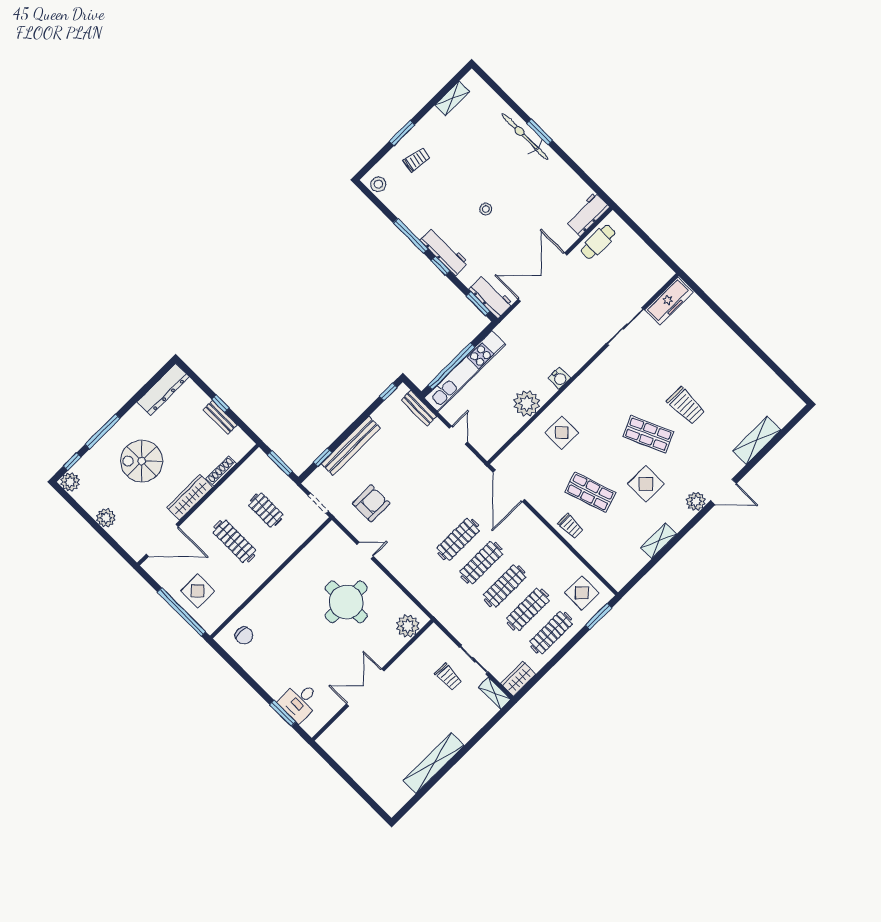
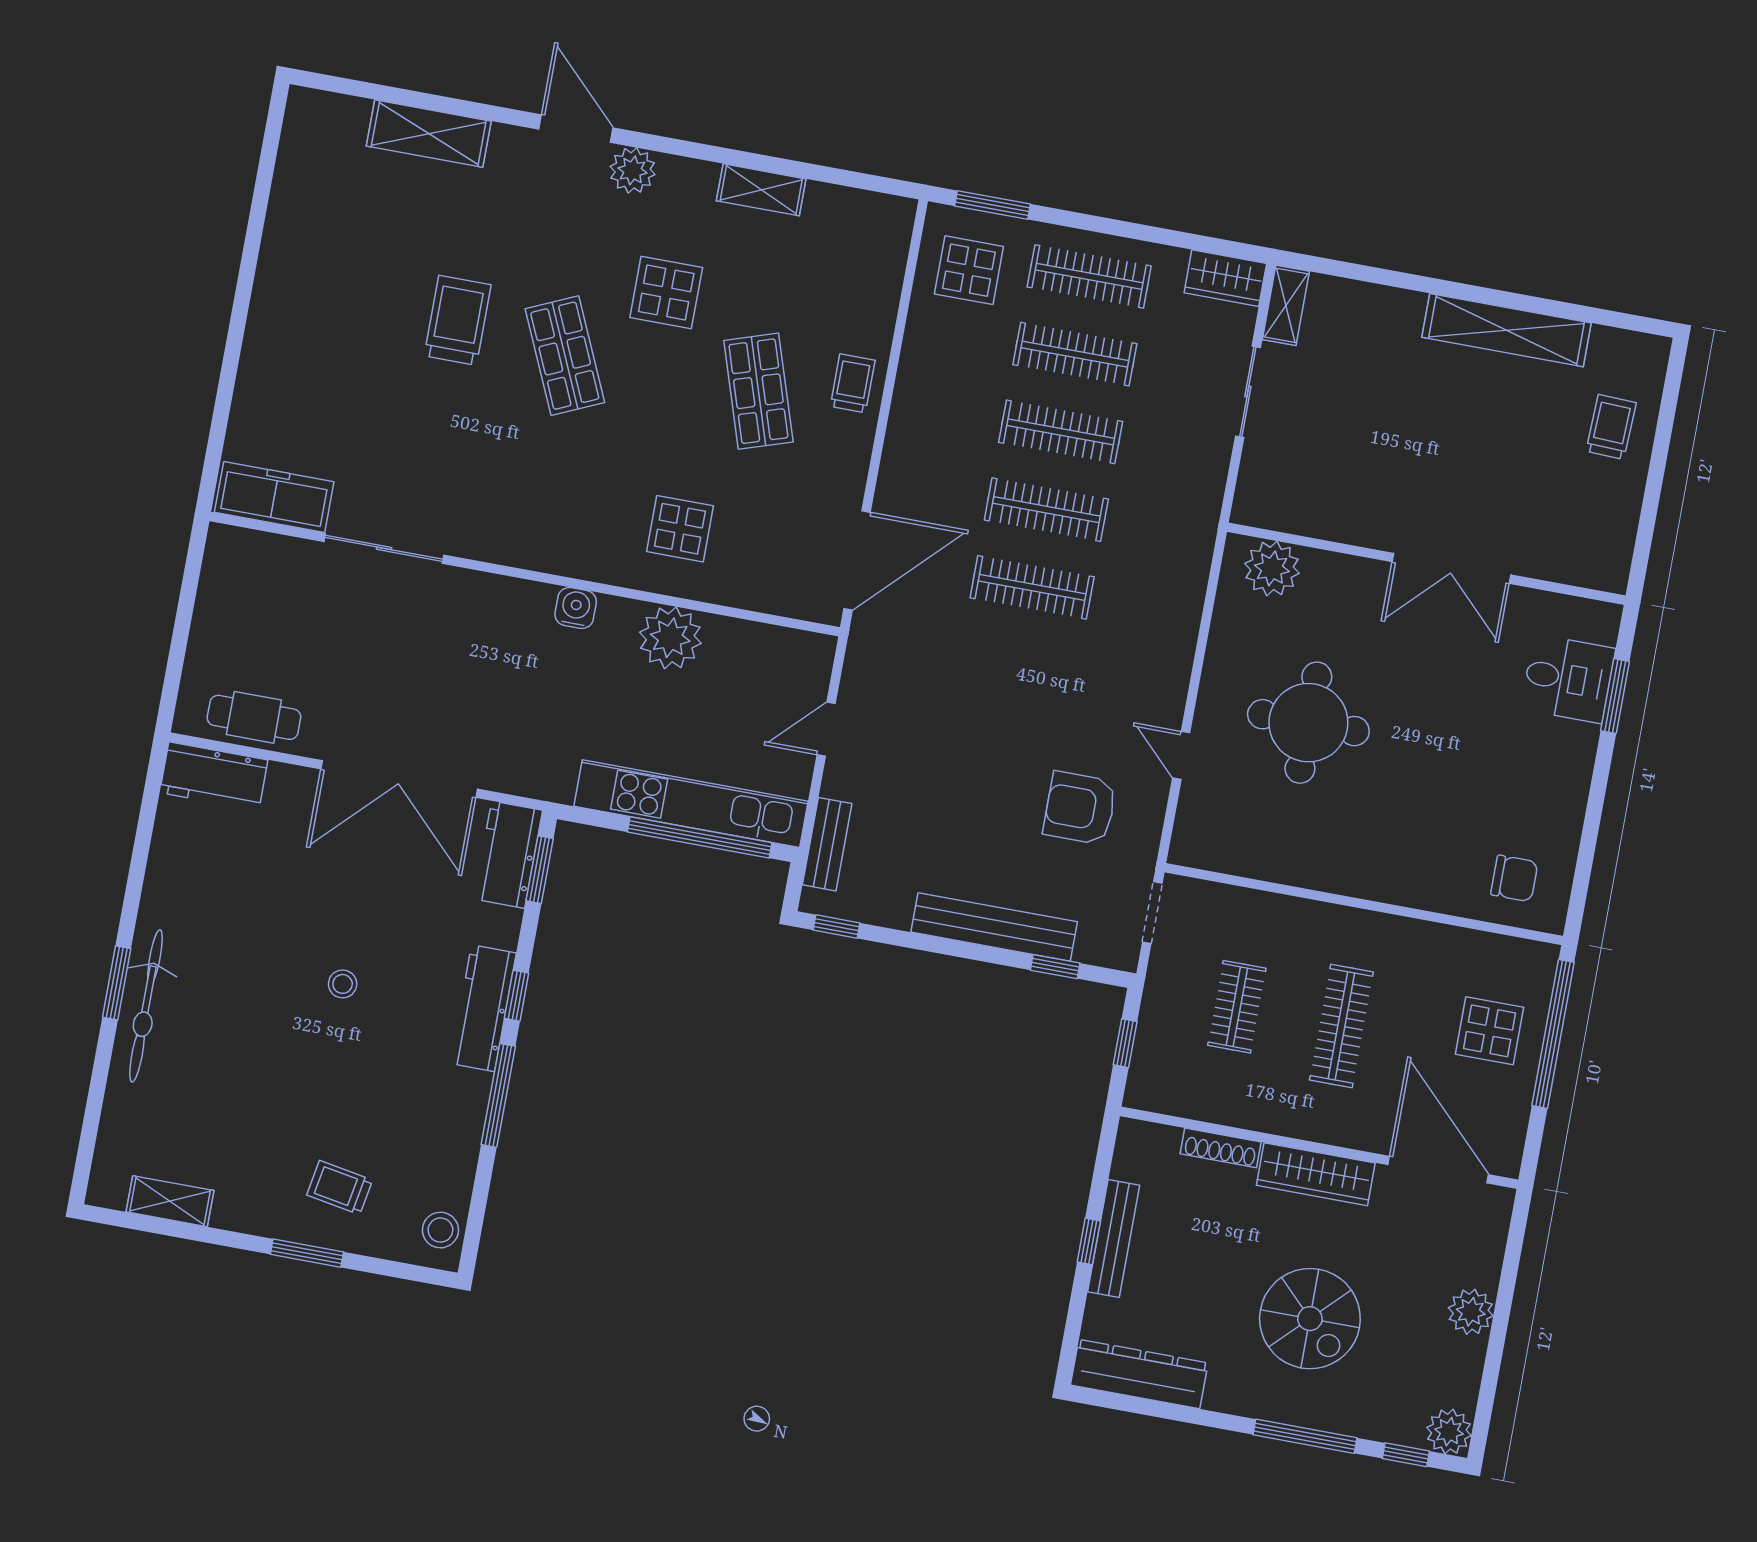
bench: (220, 417) -> (1114, 1238), width x1.36
window: (280, 463) -> (1125, 1043), width x0.67
chair: (244, 636) -> (1514, 878), turned 90
trolley: (448, 677) -> (1611, 427), moved

